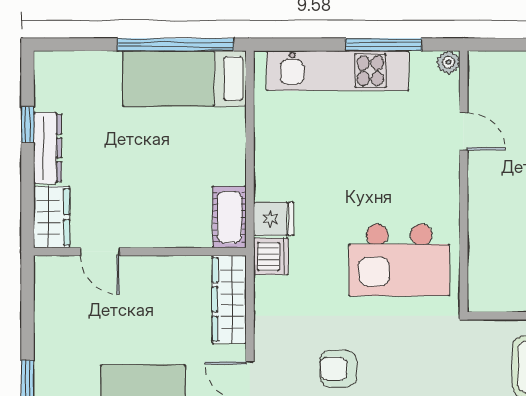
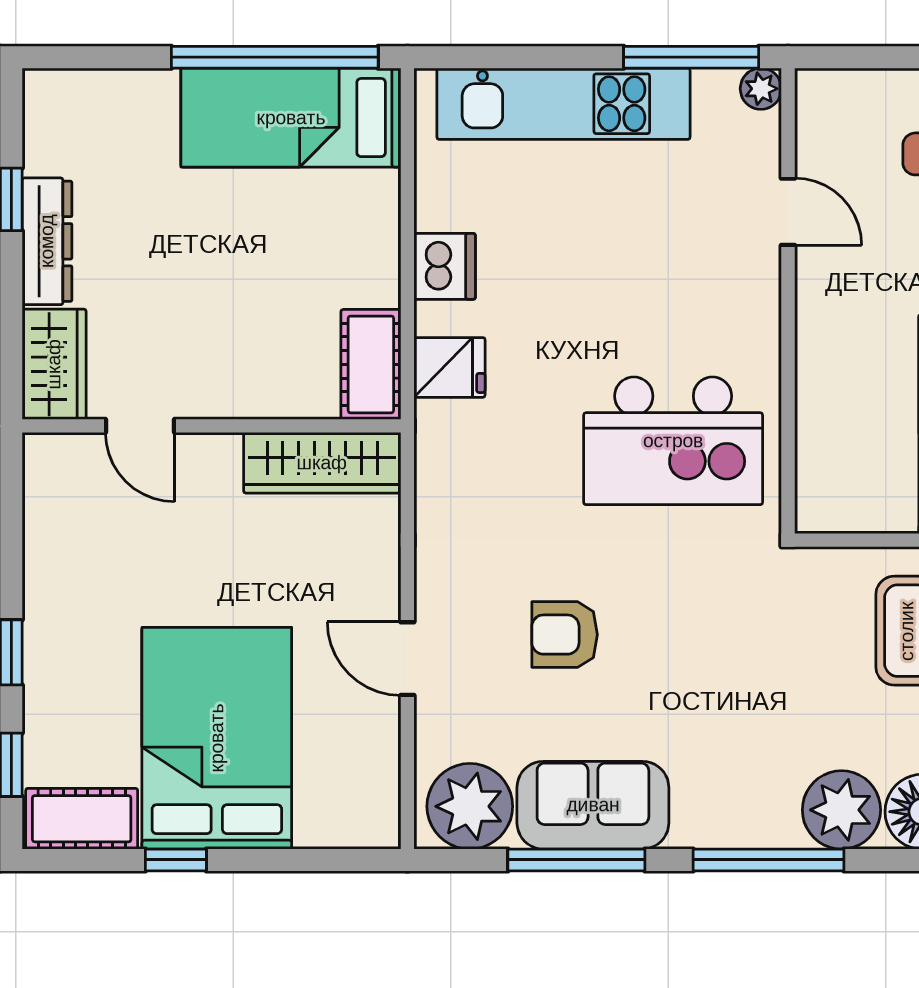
window: (384, 45) -> (691, 57), moved
dishwasher: (271, 256) -> (445, 266), moved
wardrobe: (229, 299) -> (322, 463), moved, turned -90

